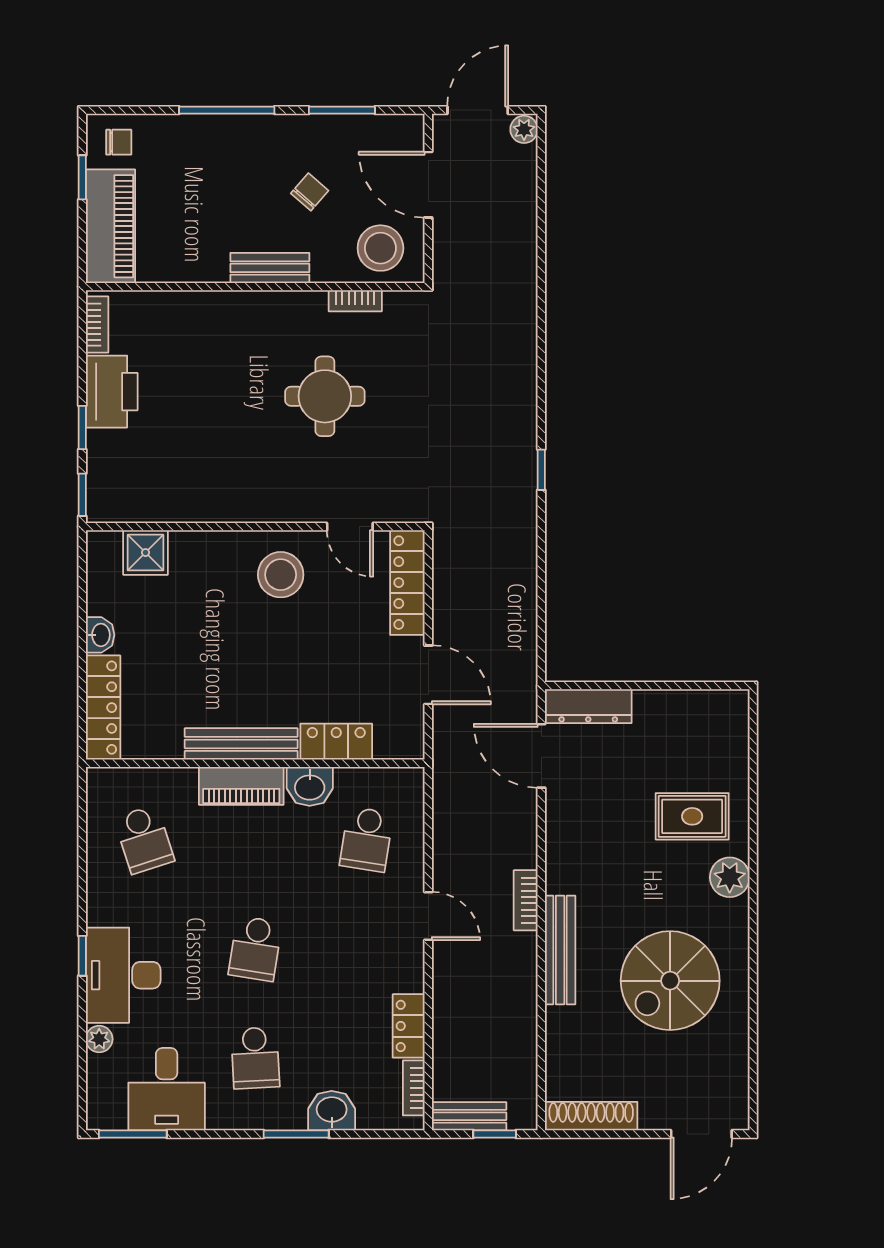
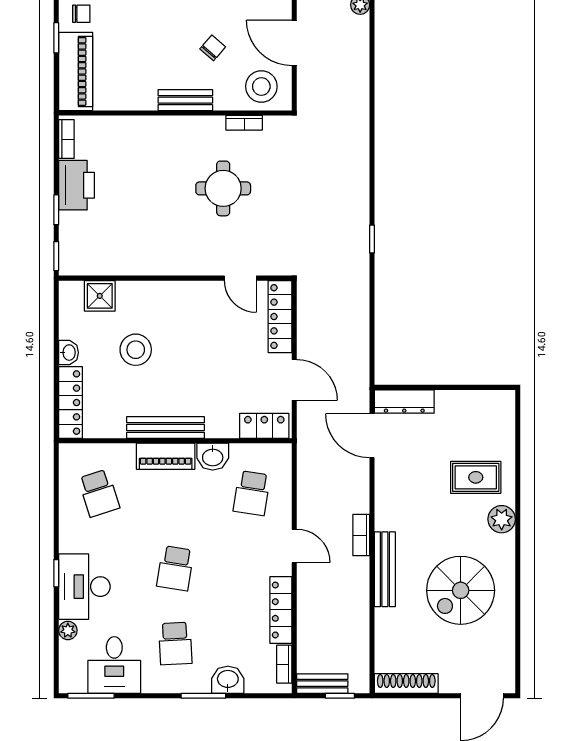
stool: (281, 575) -> (136, 350), moved
locker: (336, 742) -> (264, 426), moved
locker: (409, 1026) -> (281, 610), width x1.53

